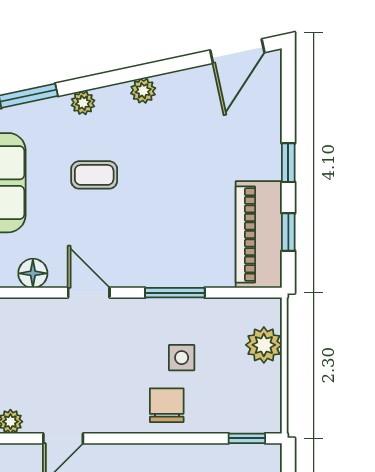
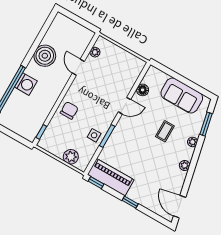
window: (288, 232) -> (96, 183), moved
side table: (182, 358) -> (94, 135), moved
chair: (167, 405) -> (69, 110), turned -90

